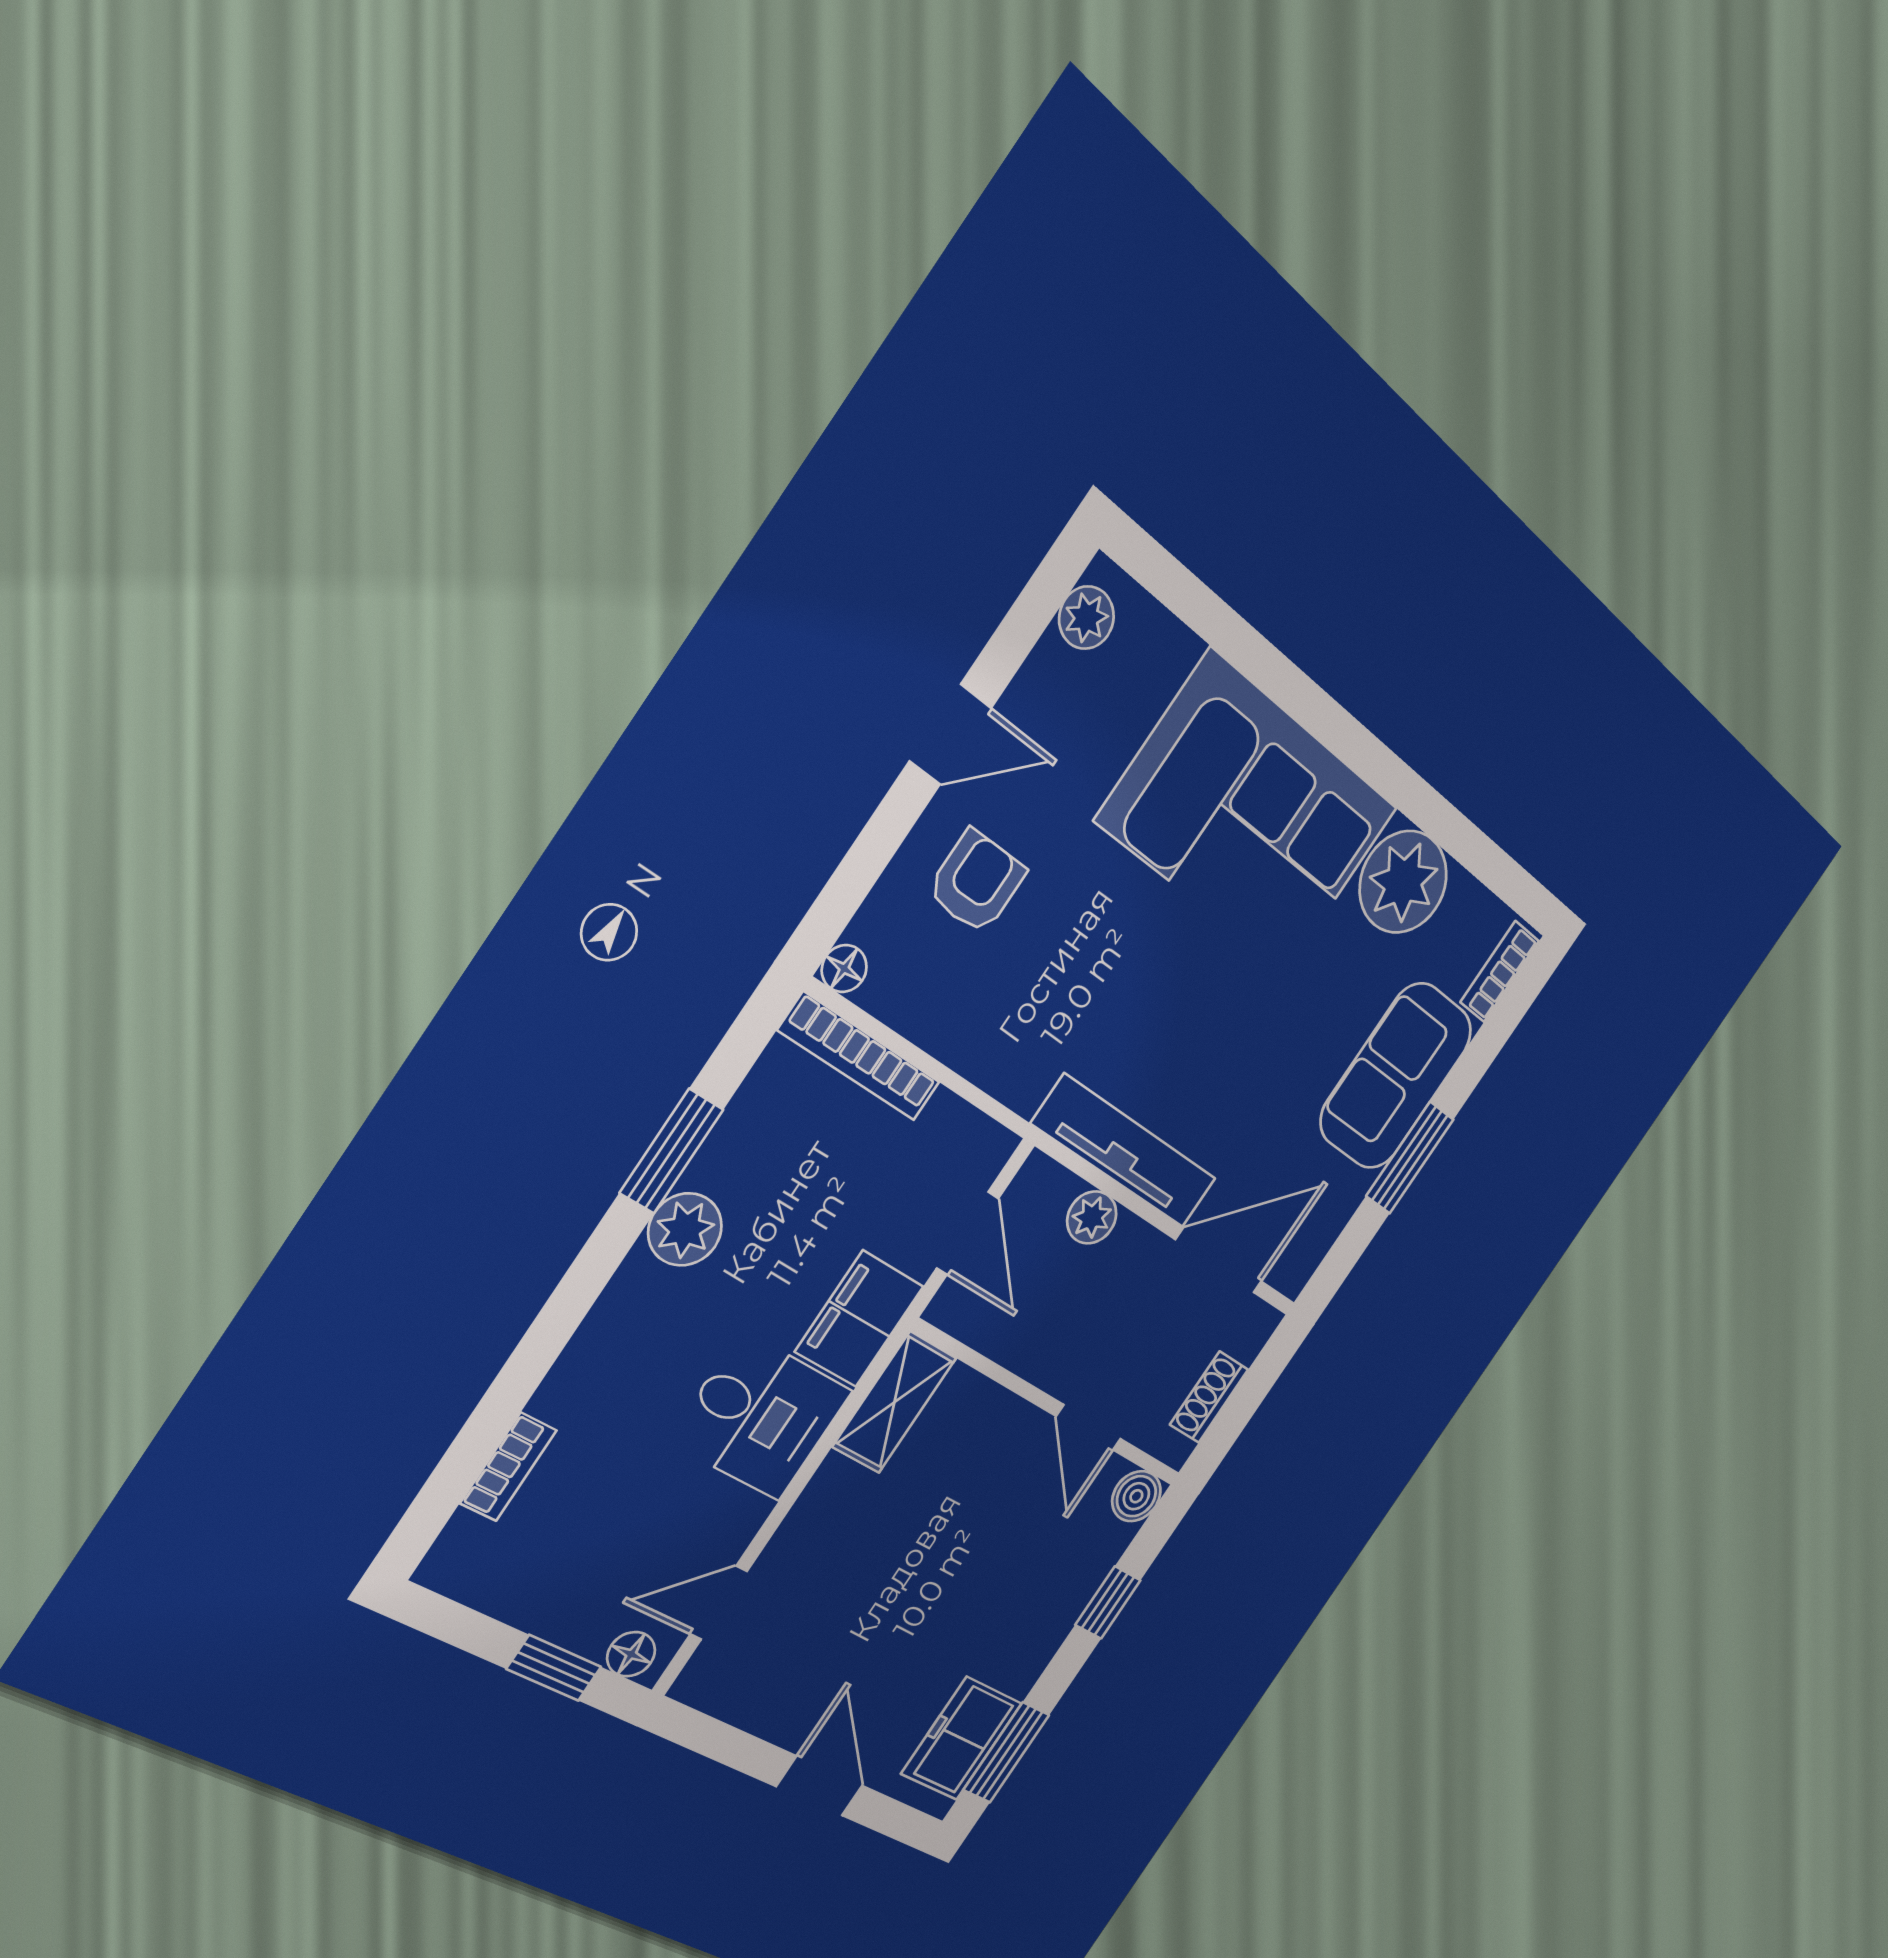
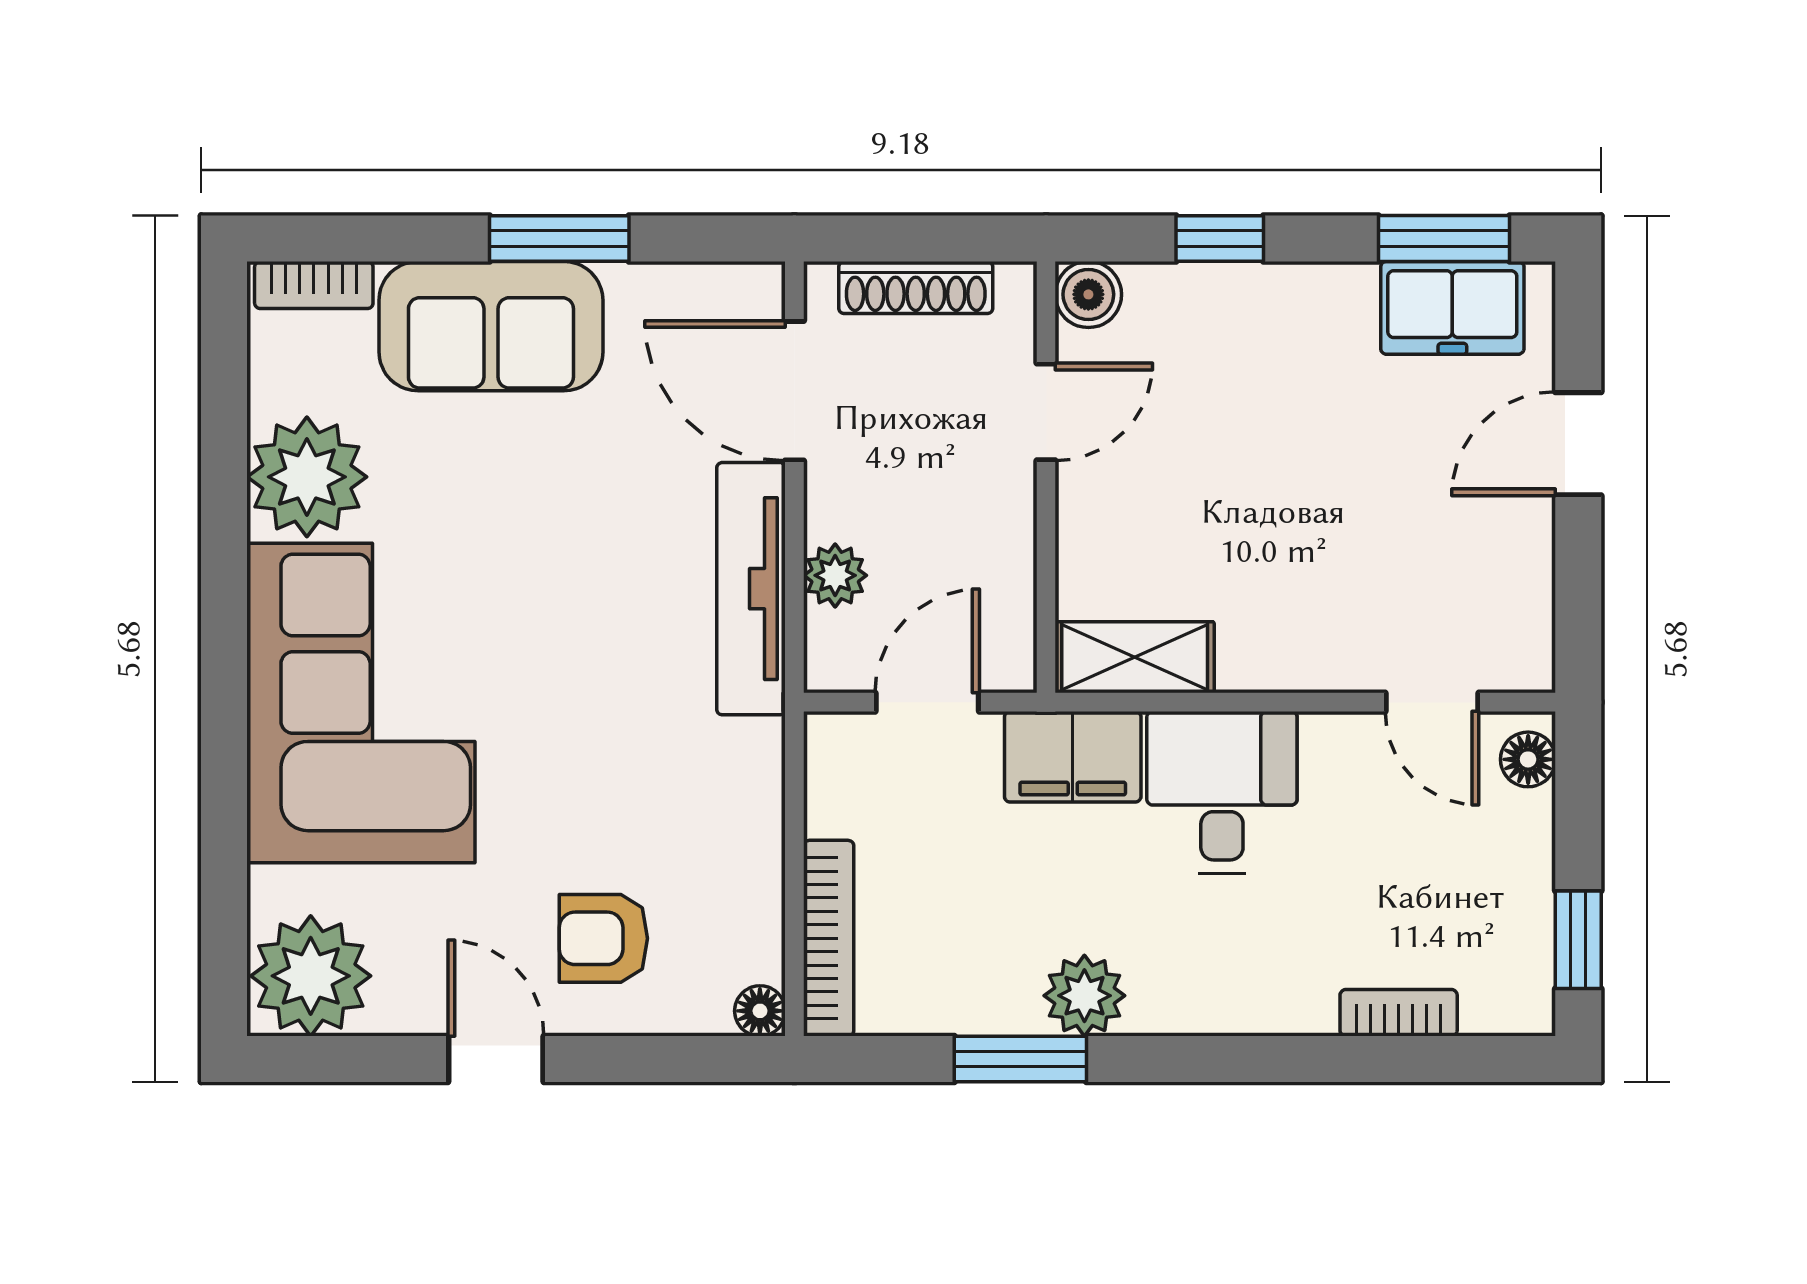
plant: (1086, 618) -> (311, 976), width x1.88, depth x1.88
shoe rack: (1209, 1397) -> (916, 288), width x1.43
window: (554, 1668) -> (1578, 940), moved

